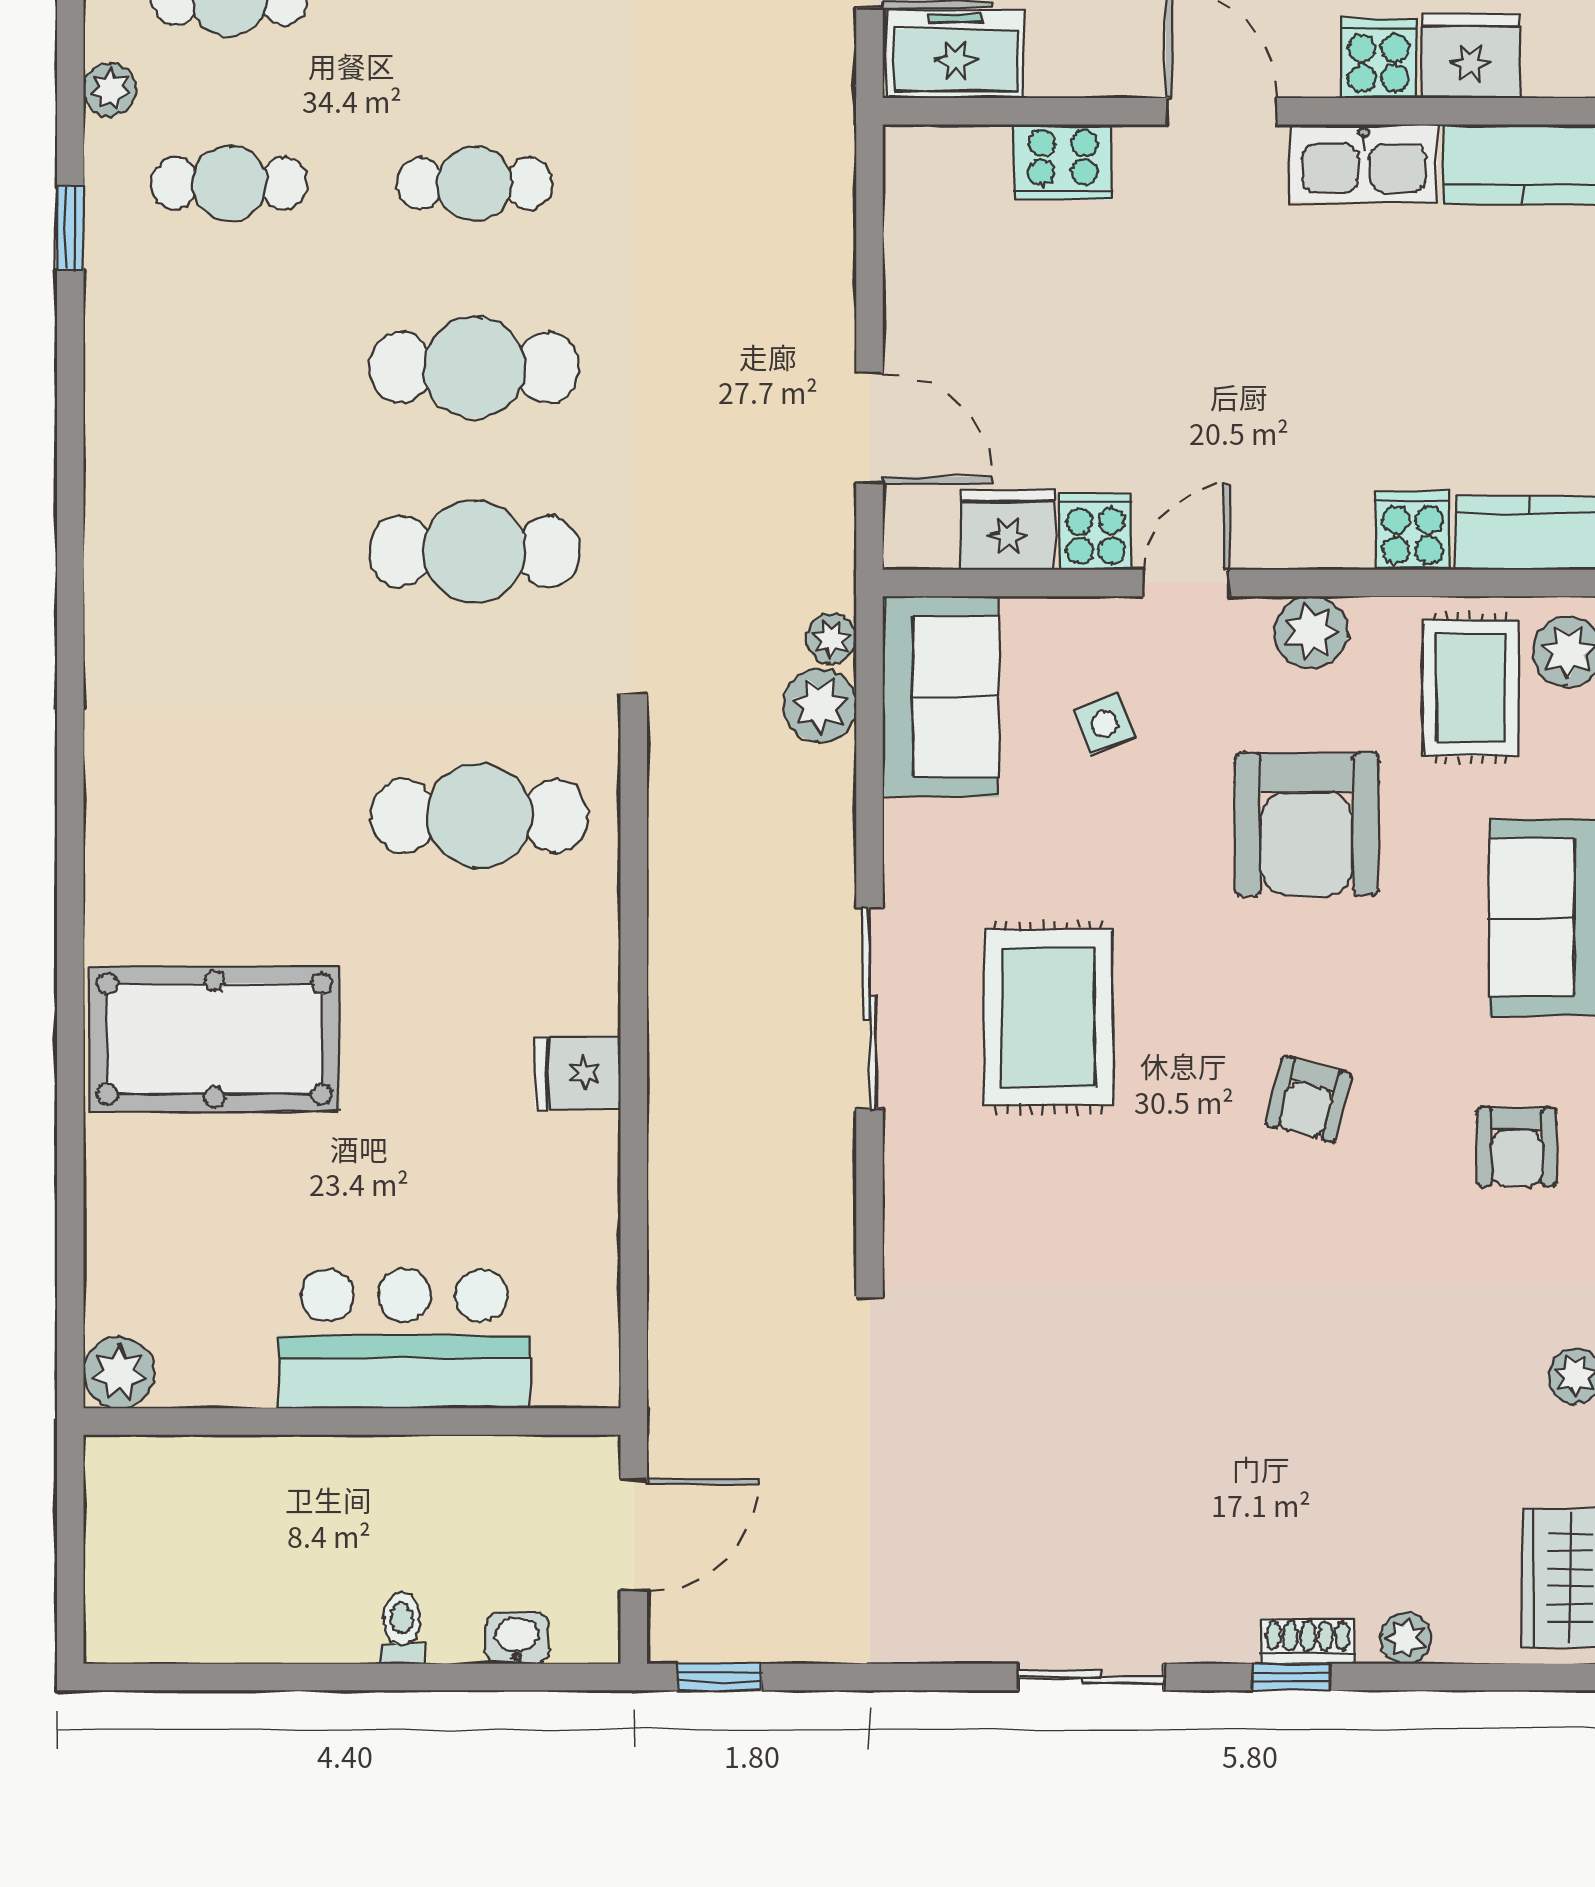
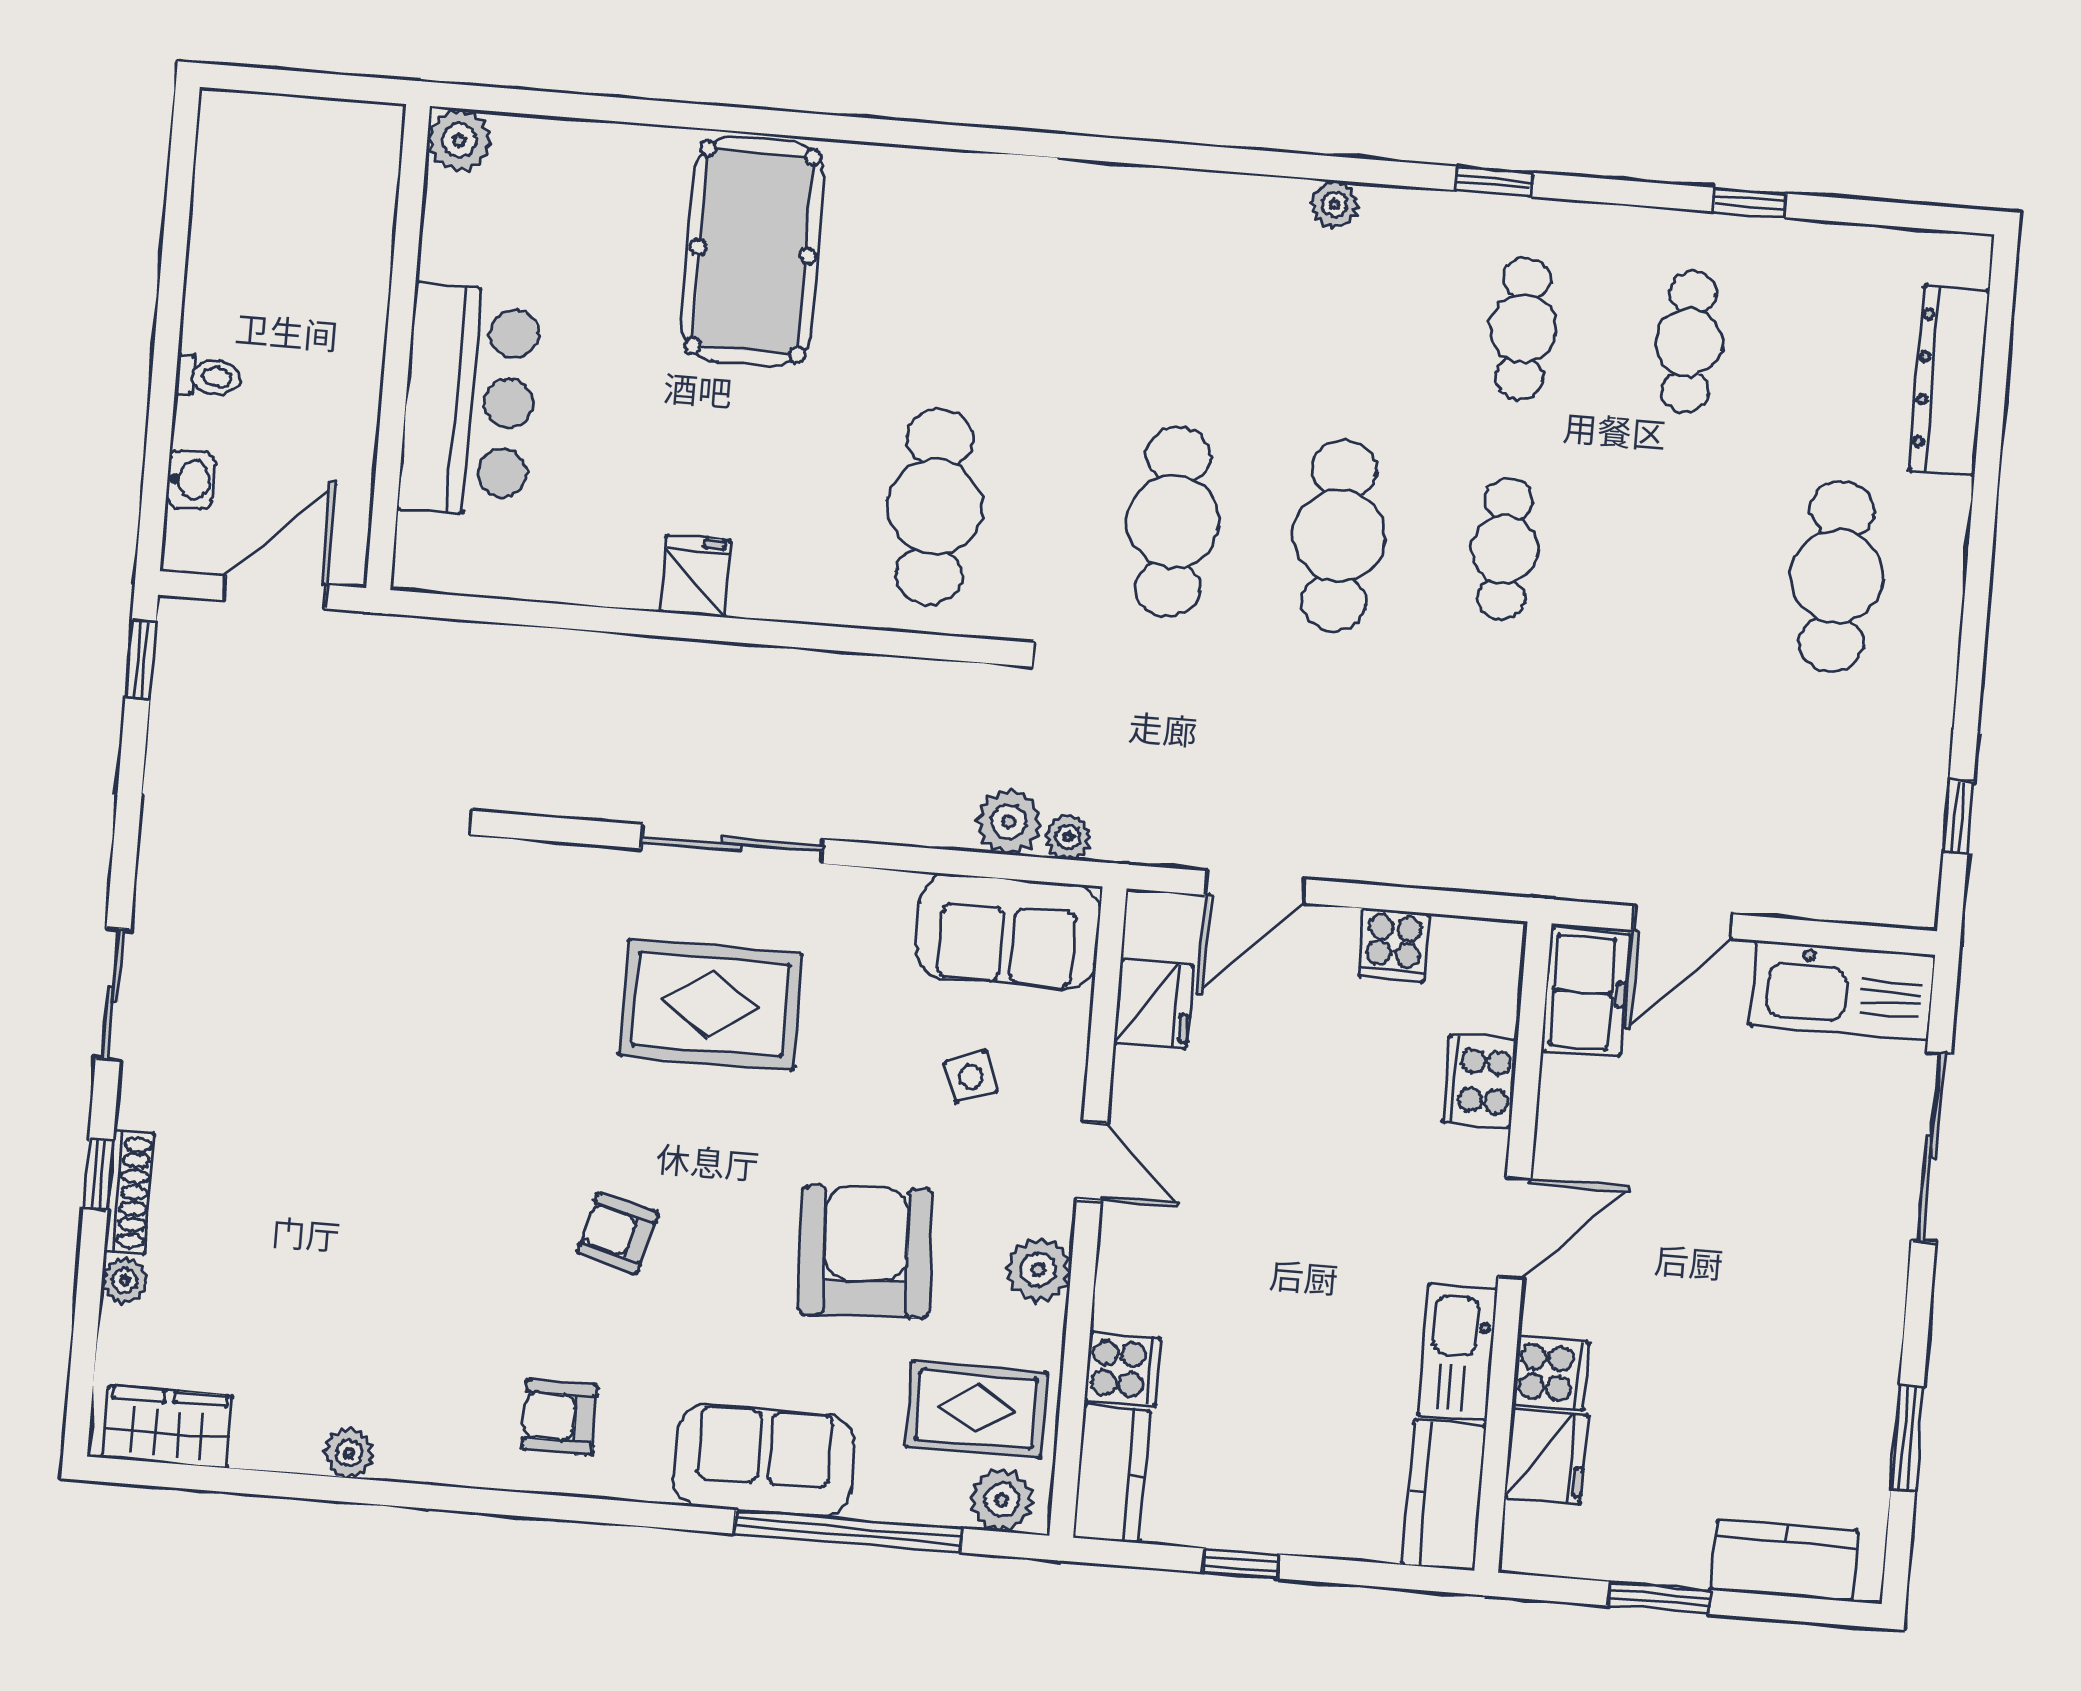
plant: (110, 90) -> (1334, 204), moved
cooker: (1096, 532) -> (1394, 945), moved, turned 90
armchair: (1307, 824) -> (866, 1252), turned 87
door: (634, 1535) -> (275, 592), swing flipped
shoe rack: (1308, 1641) -> (129, 1192), width x1.43

